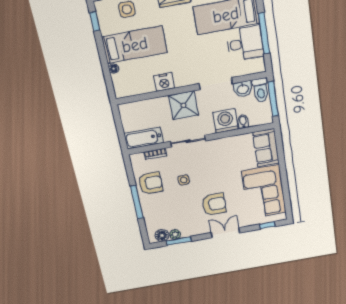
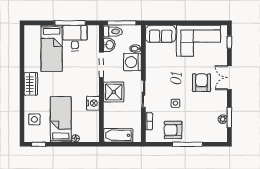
bathtub: (144, 138) -> (118, 135), moved, turned 90
armchair: (151, 183) -> (173, 130), turned -90
floor lamp: (162, 235) -> (222, 130), removed

